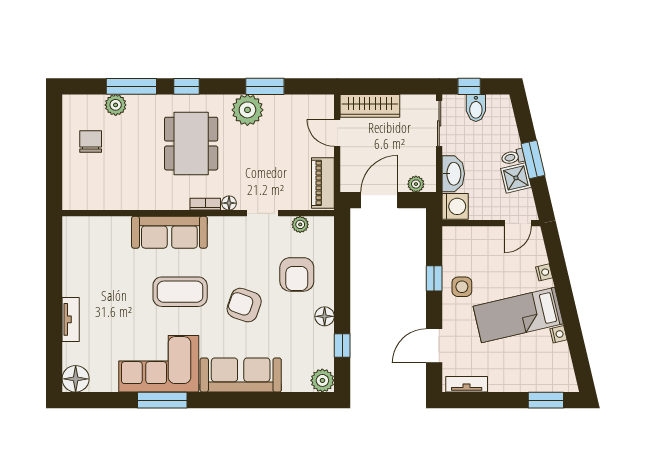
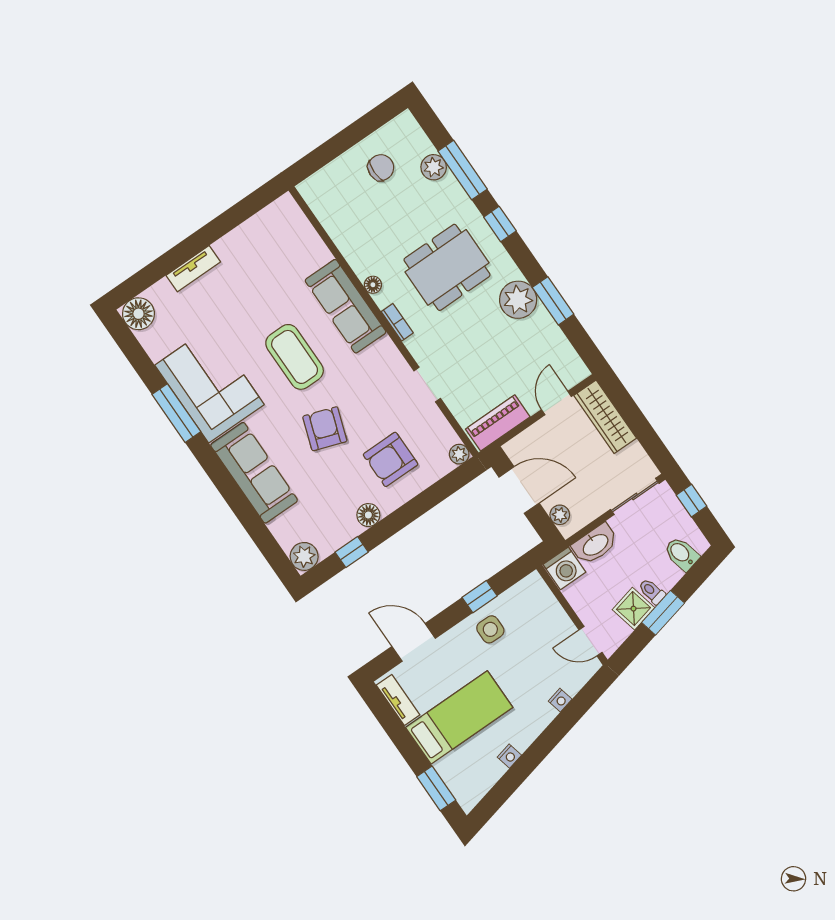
bidet: (476, 108) -> (682, 554), moved, turned 77
floor lamp: (229, 203) -> (373, 285), moved
plant: (300, 224) -> (459, 454), moved
bed: (518, 315) -> (459, 717), moved, turned 103

